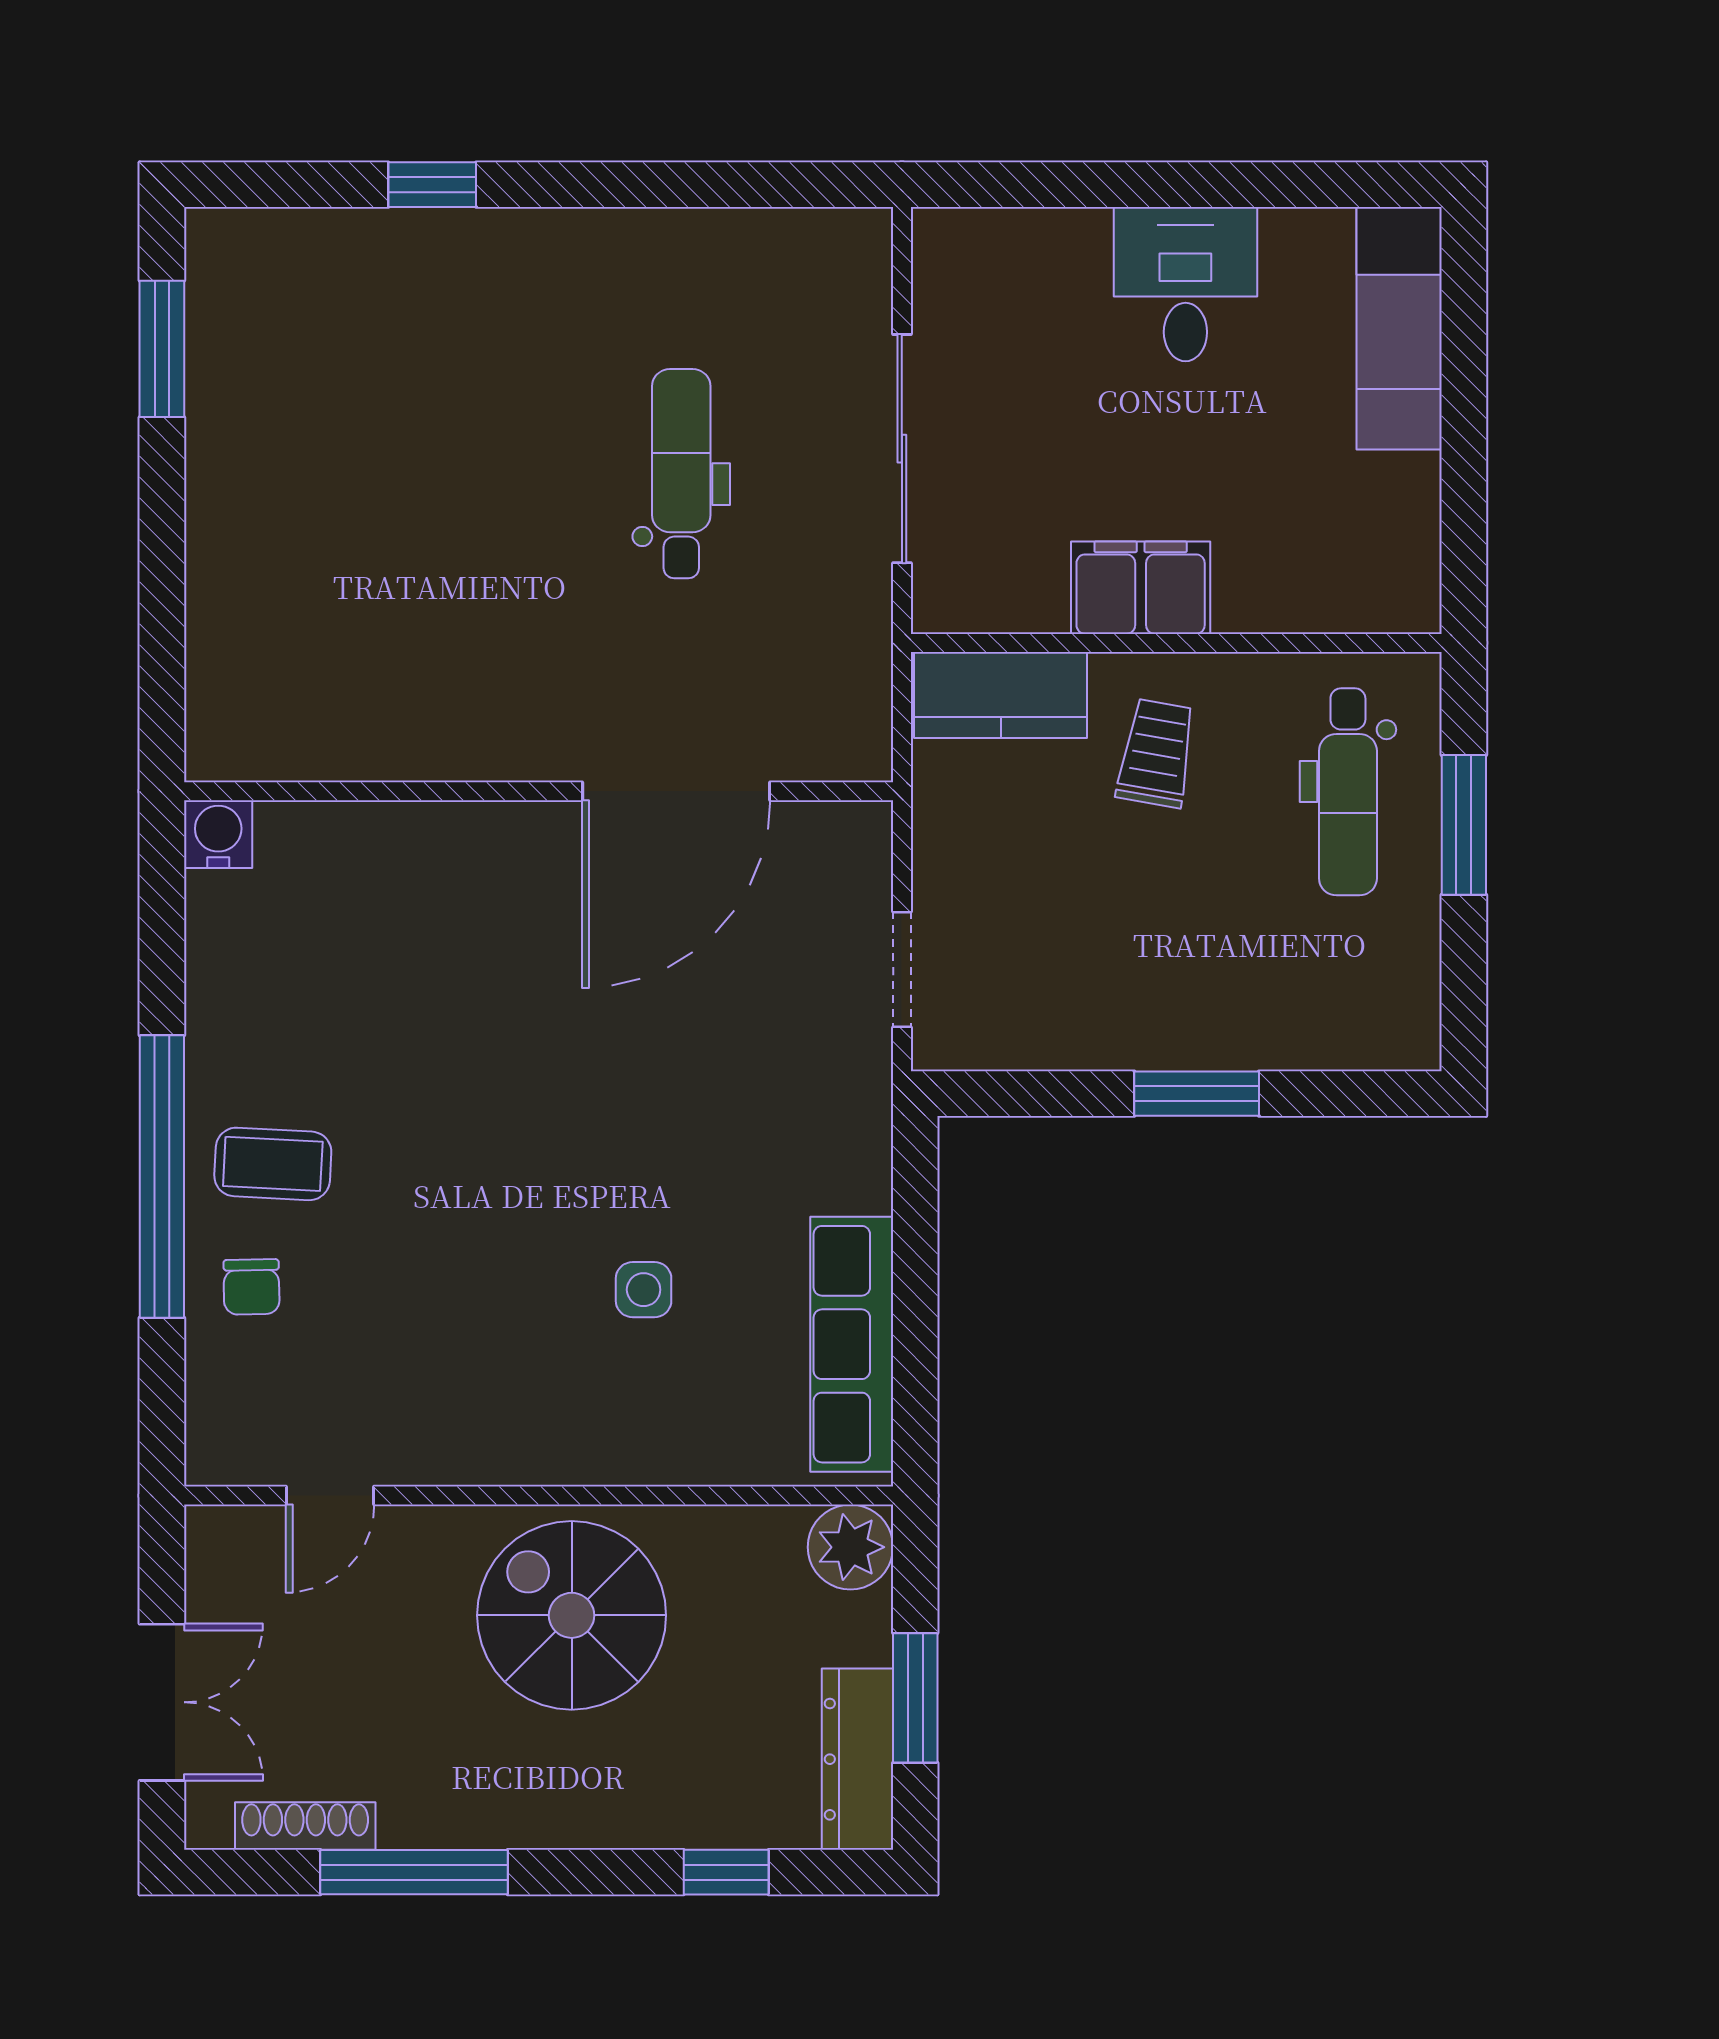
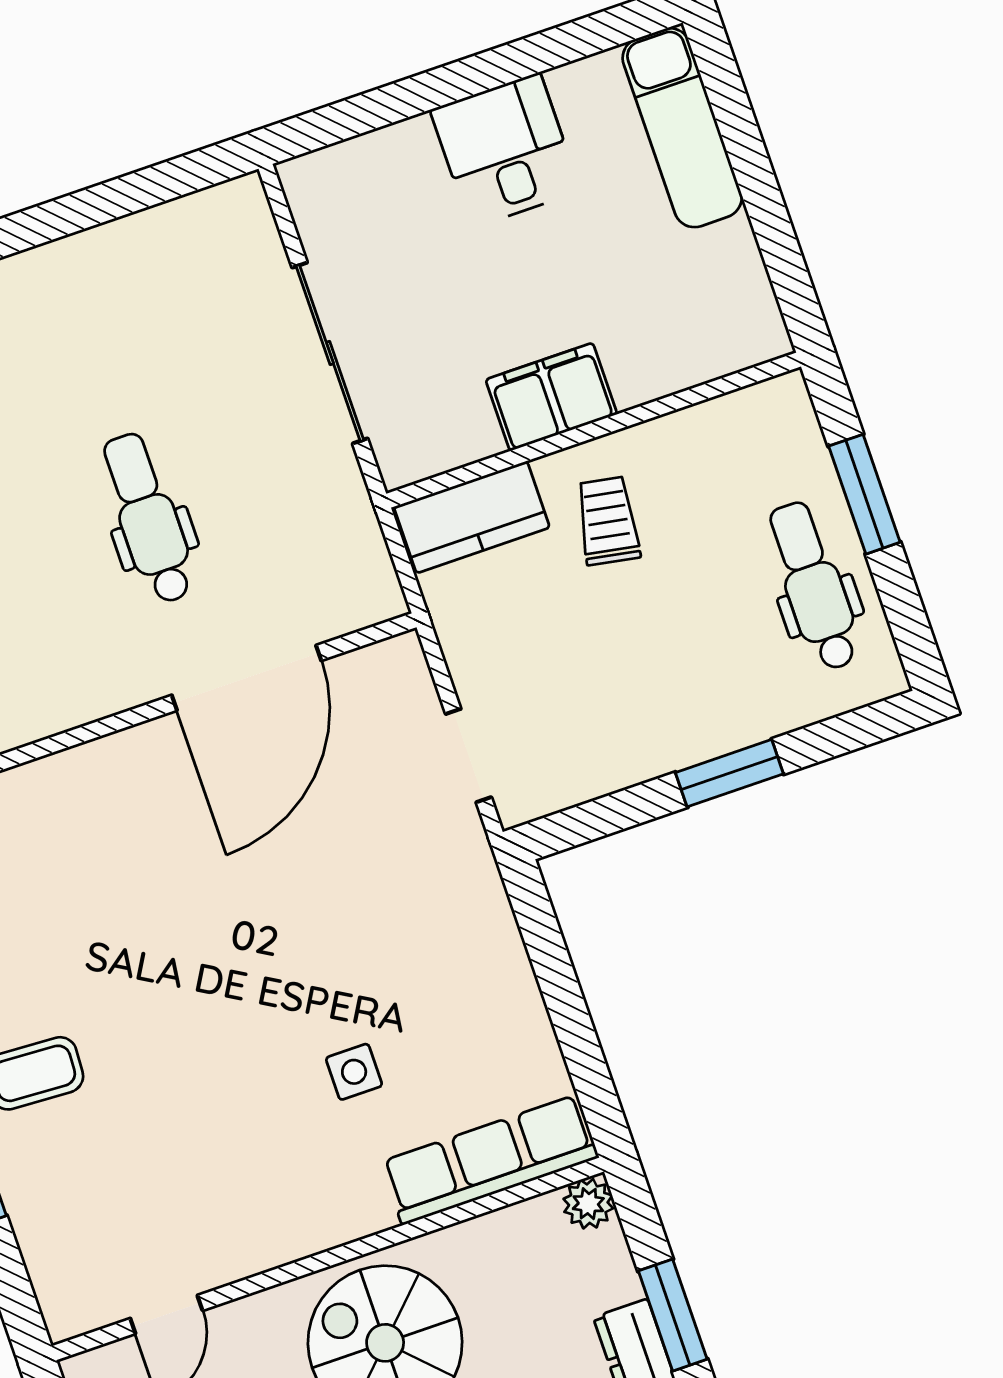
dental chair: (681, 474) -> (148, 518), moved
dental chair: (1348, 792) -> (814, 586), moved, turned 180
chair: (252, 1287) -> (50, 1174), removed
row of seats: (852, 1344) -> (490, 1160), moved, turned 90
plant: (850, 1547) -> (588, 1204), width x0.73, depth x0.73

